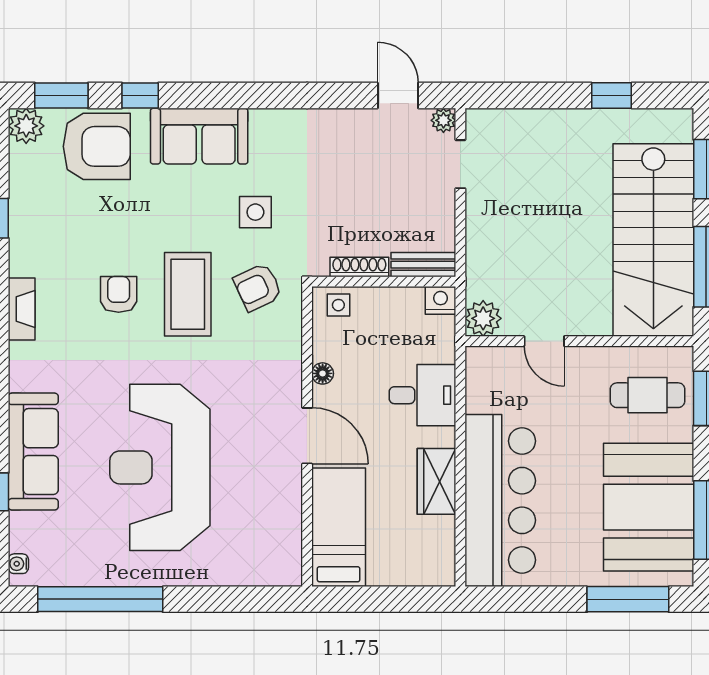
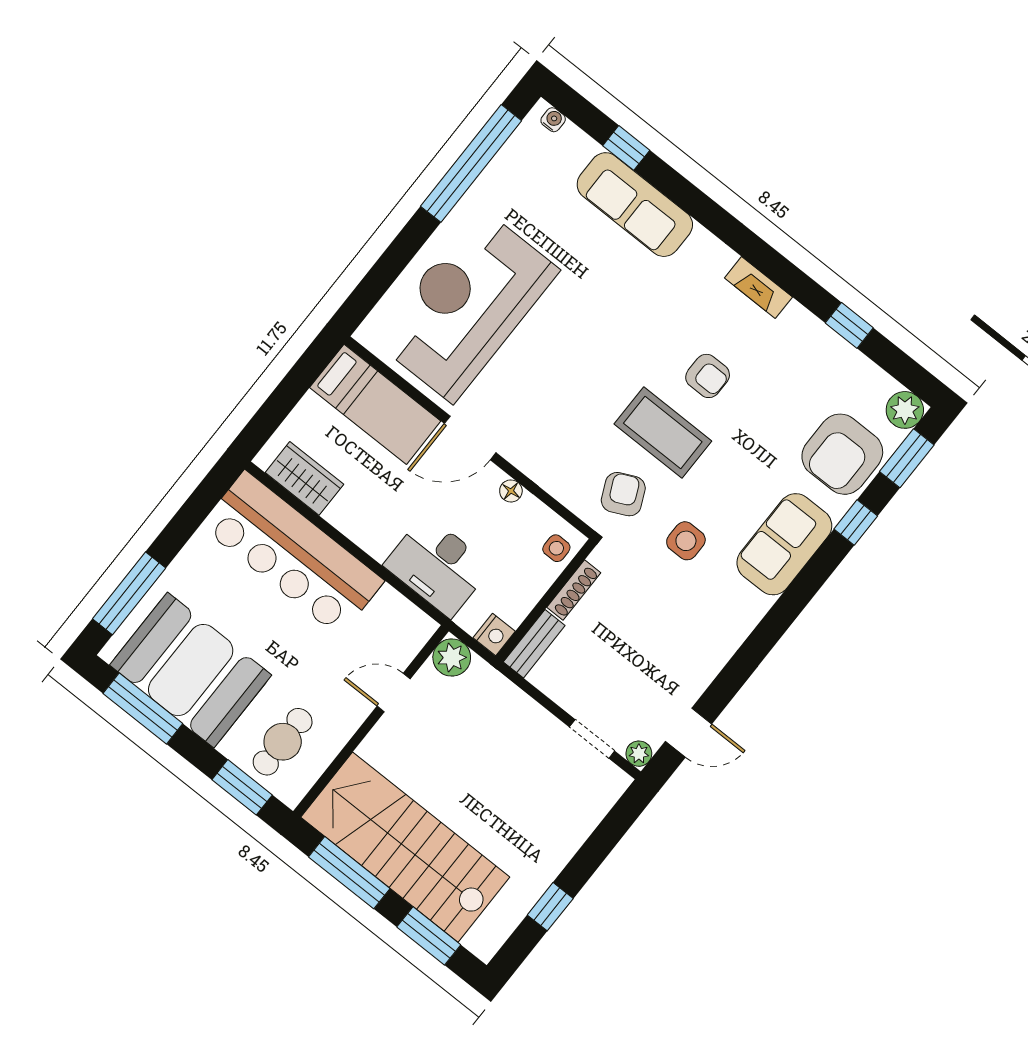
desk: (423, 395) -> (438, 566), width x1.37
reception desk: (160, 467) -> (466, 305), moved, turned -90
wardrobe: (437, 481) -> (304, 478), moved

